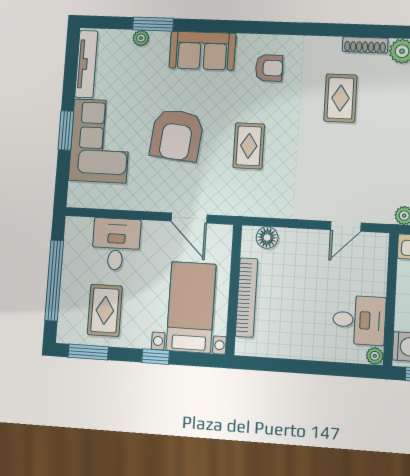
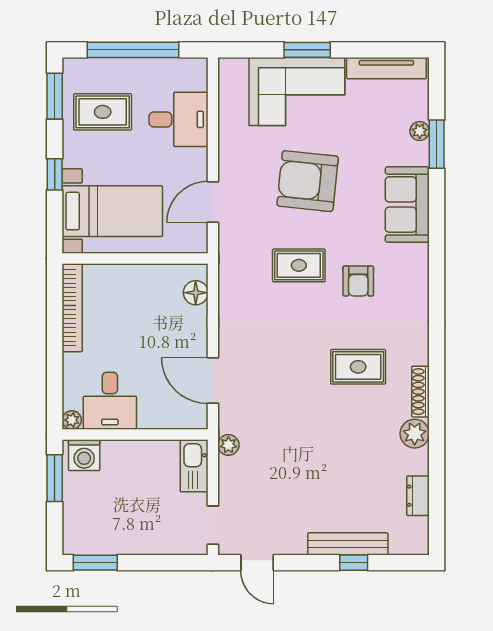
armchair: (269, 68) -> (358, 281), moved
door: (346, 226) -> (213, 381), width x1.38
bookcase: (247, 297) -> (72, 308), moved, turned -90

